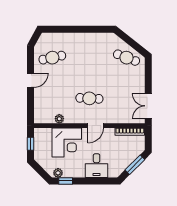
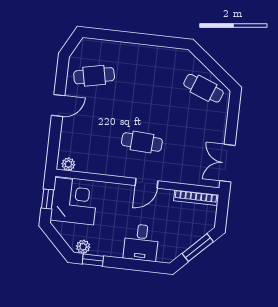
plant: (59, 119) -> (68, 164), moved
corner desk: (67, 142) -> (74, 201), moved, turned -90

